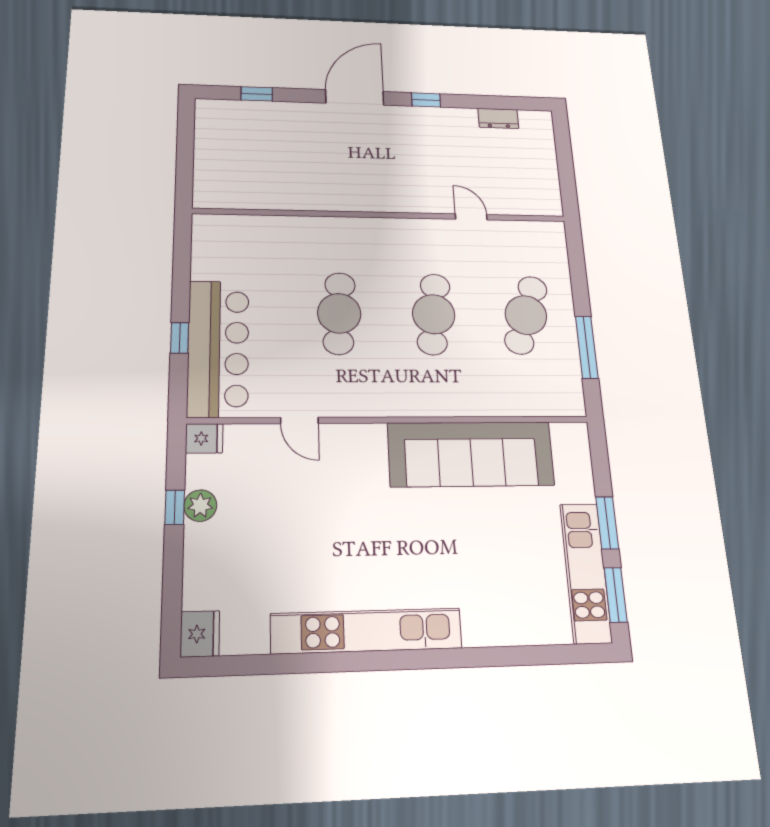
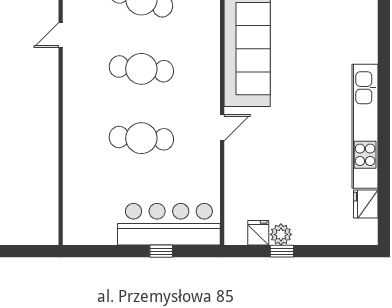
door: (299, 421) -> (222, 128), moved
fridge: (204, 438) -> (258, 233), moved
fridge: (200, 634) -> (366, 204), moved, turned -90

